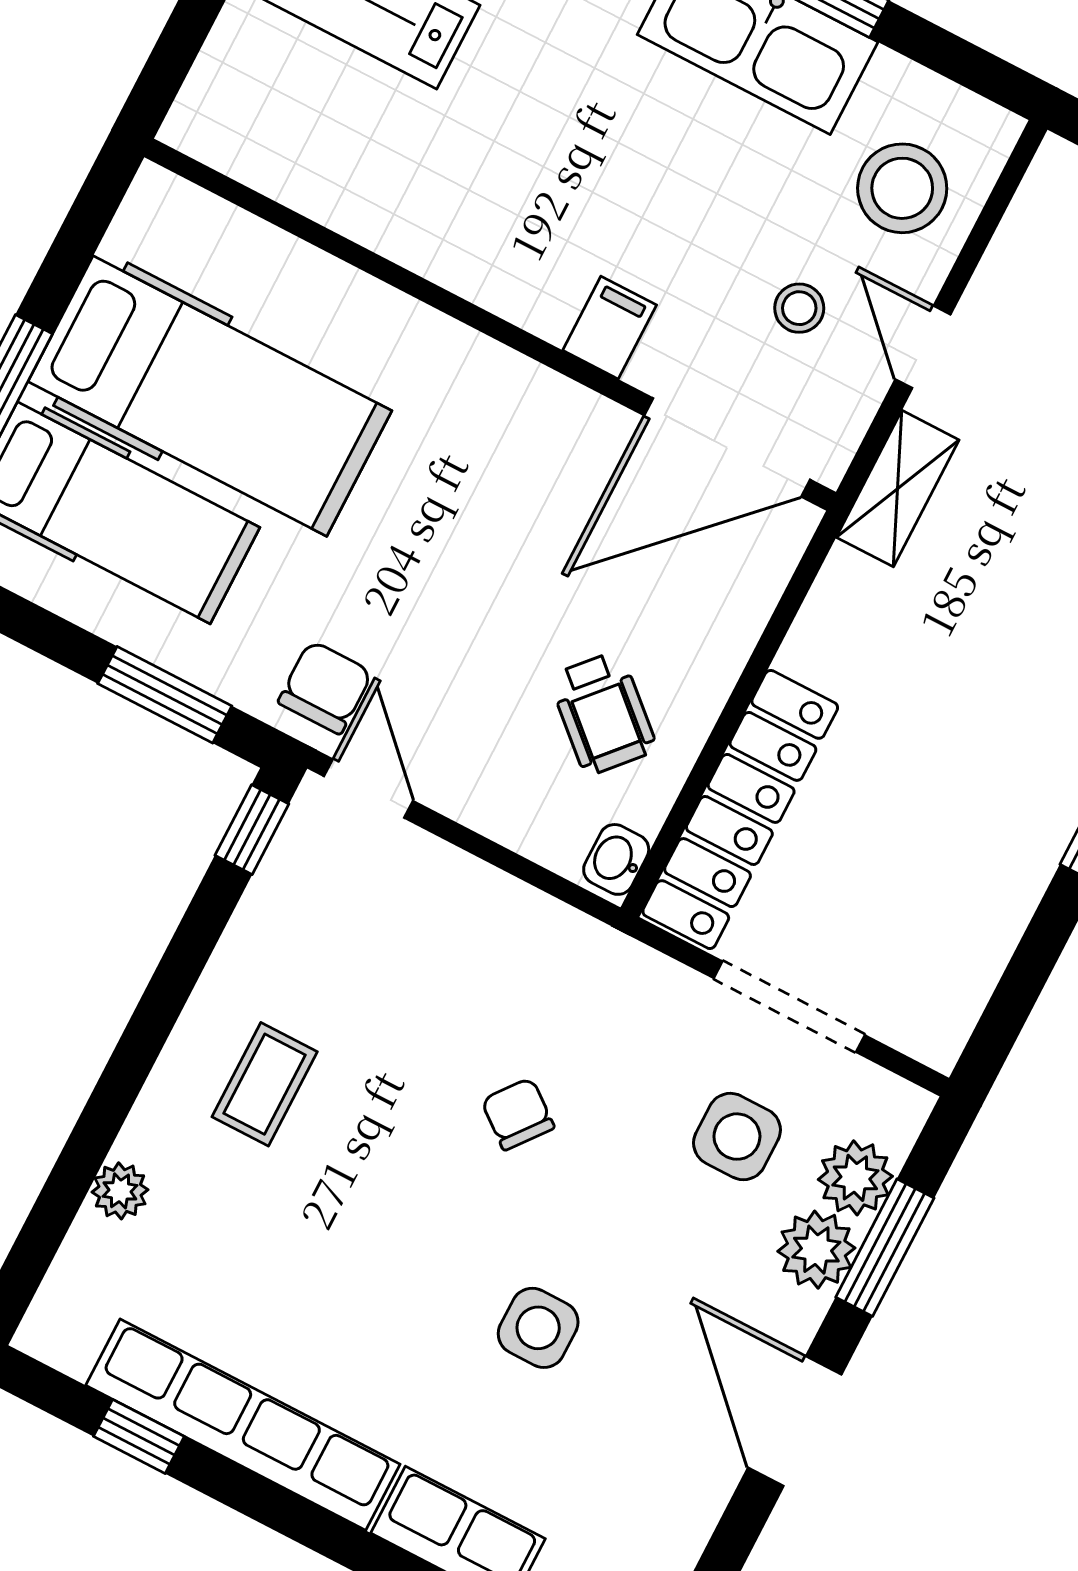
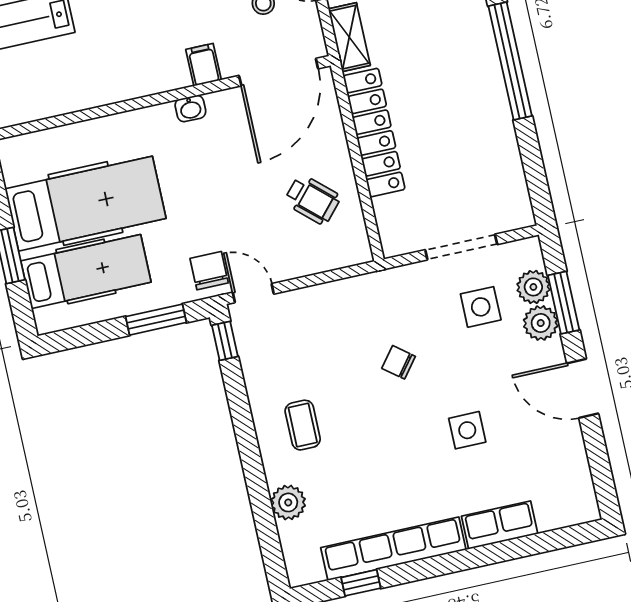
locker: (740, 809) -> (374, 133), moved
washbasin: (616, 859) -> (190, 108), moved, turned -90
plant: (120, 1191) -> (288, 502), width x1.38, depth x1.38

